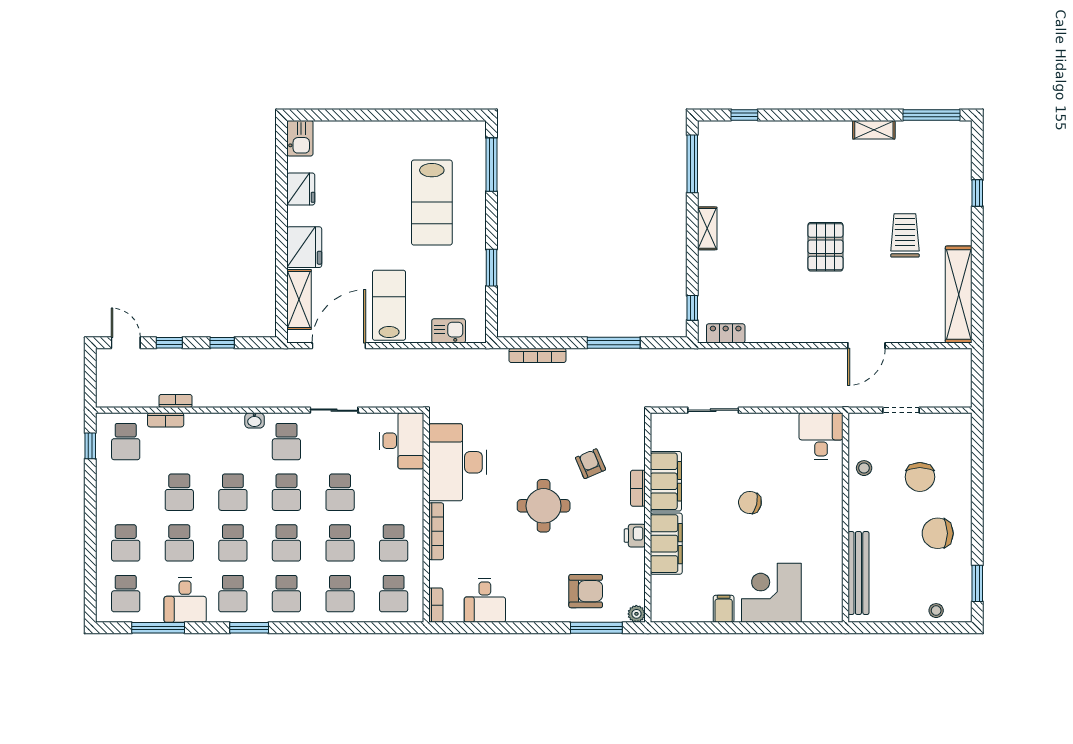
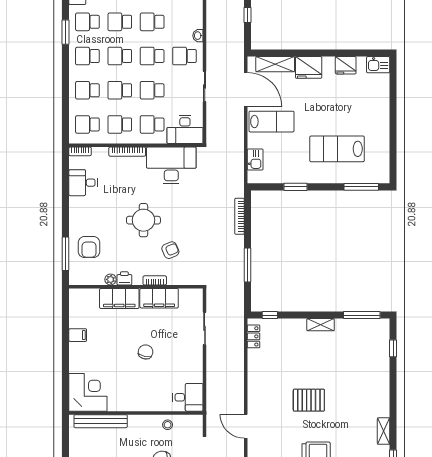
school desk: (394, 492) -> (152, 124), added
corner desk: (771, 593) -> (88, 392), moved
plant: (636, 614) -> (111, 279), moved

